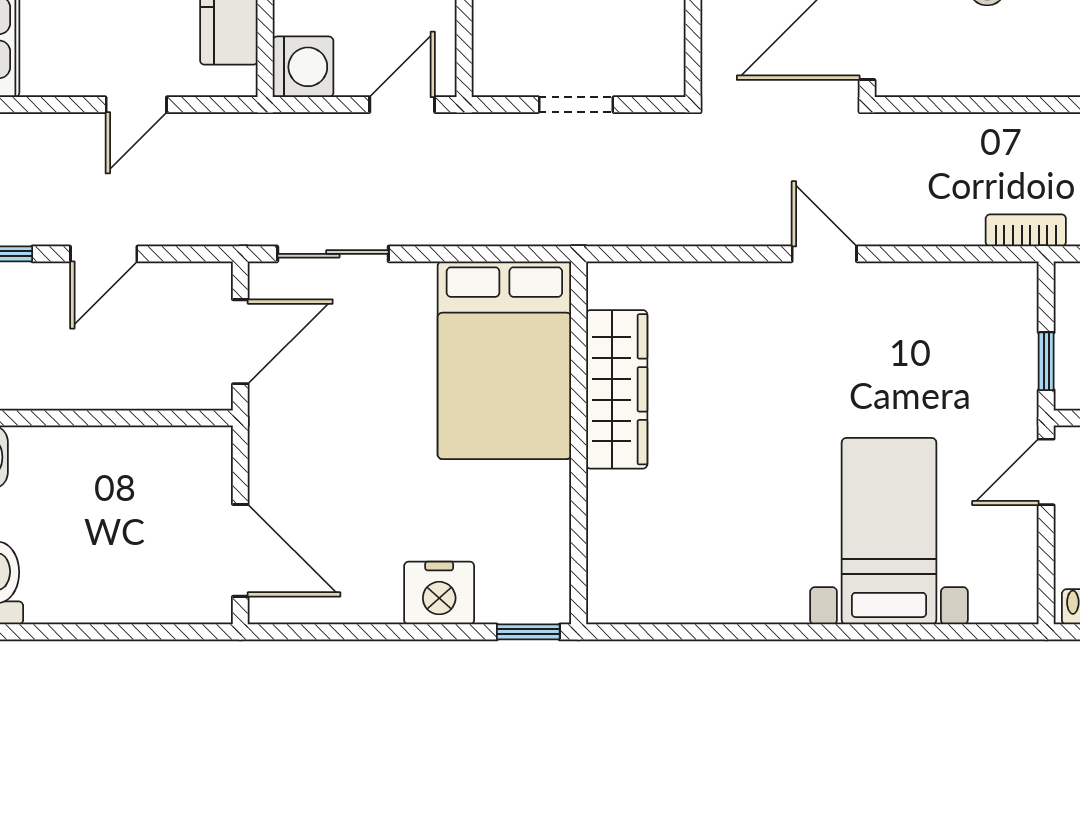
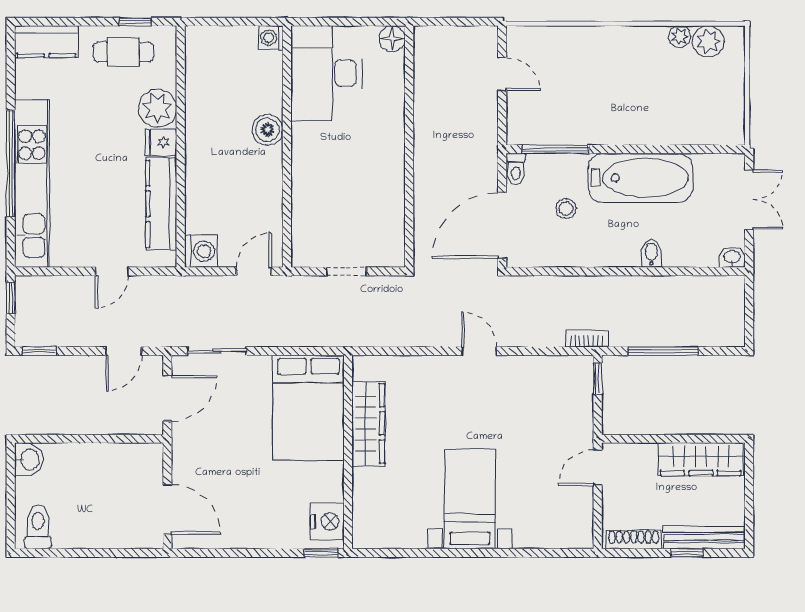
door: (104, 254) -> (124, 351), moved
window: (1046, 361) -> (598, 379), moved
bed with nightstands: (889, 531) -> (470, 499), moved
nightstand: (439, 593) -> (327, 521), moved, turned -90

